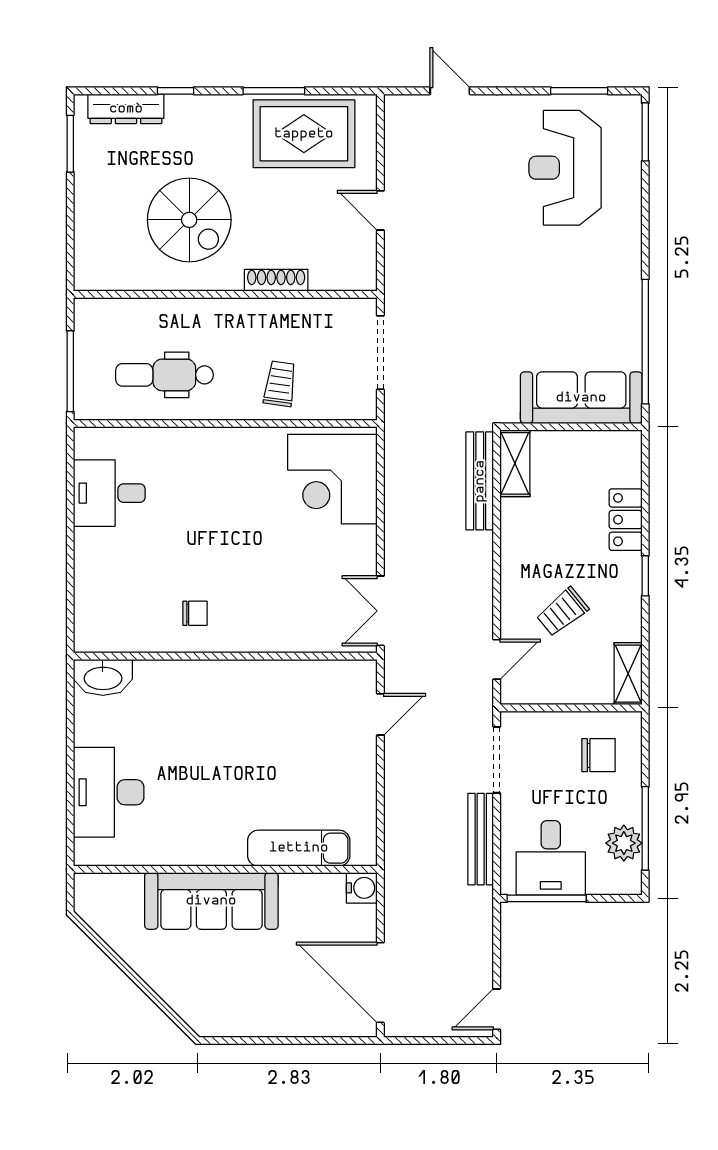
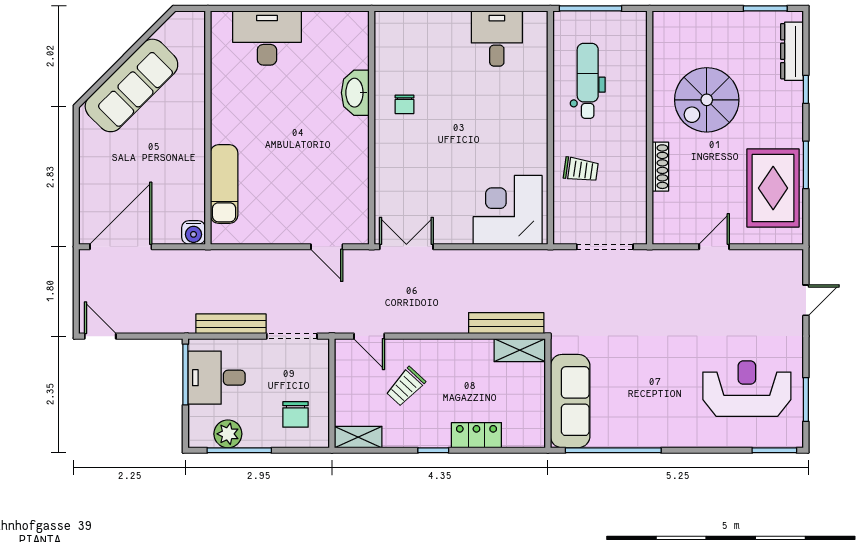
trolley: (562, 612) -> (406, 387), turned -98
washbasin: (103, 677) -> (355, 93), moved
sofa: (211, 901) -> (131, 85), moved, turned -135

